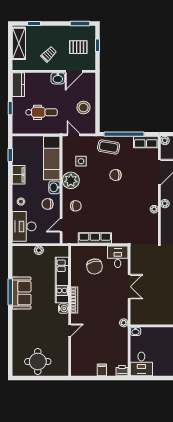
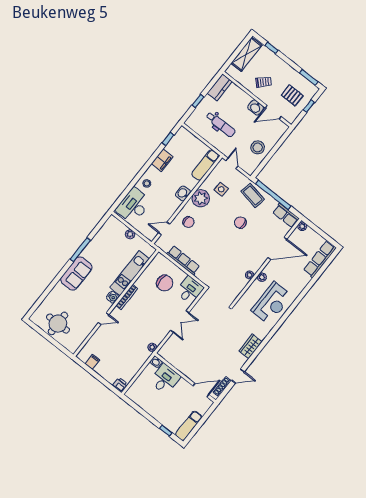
exam couch: (52, 158) -> (205, 165), width x0.73, depth x0.69
chair: (47, 204) -> (167, 202), removed
chair: (94, 267) -> (165, 283), turned -77
sofa: (22, 293) -> (76, 273), moved
desk: (141, 364) -> (165, 379), moved, turned 180
filing cabinet: (102, 370) -> (92, 362), moved

